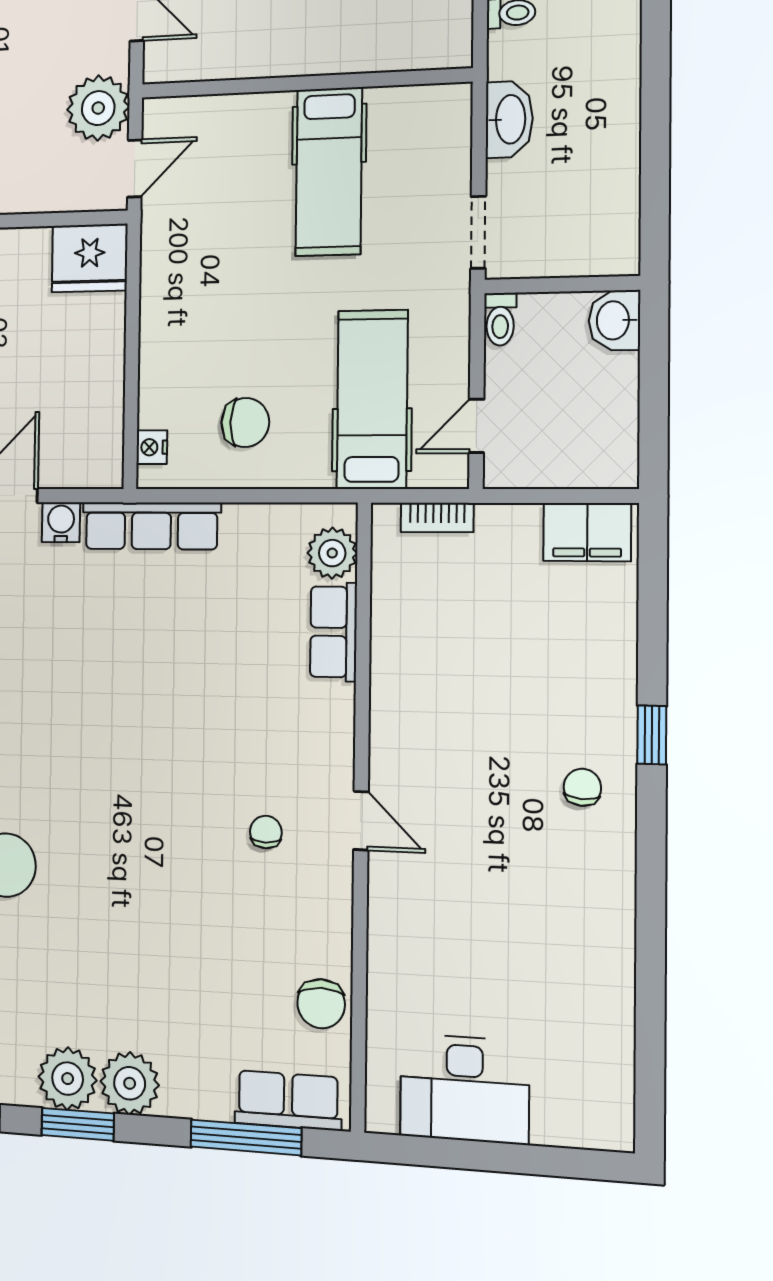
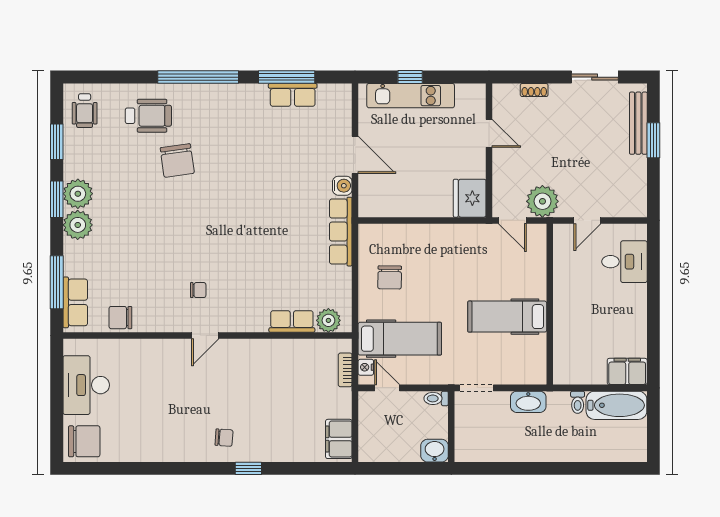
nightstand: (152, 447) -> (366, 367), moved, turned -90
chair: (589, 1102) -> (84, 441), added

